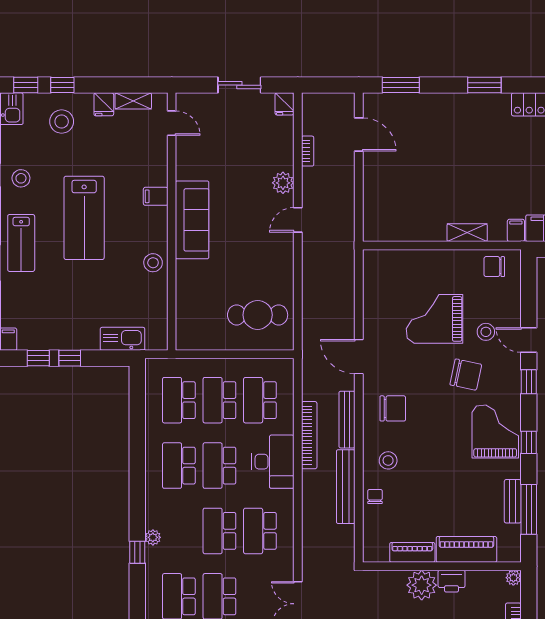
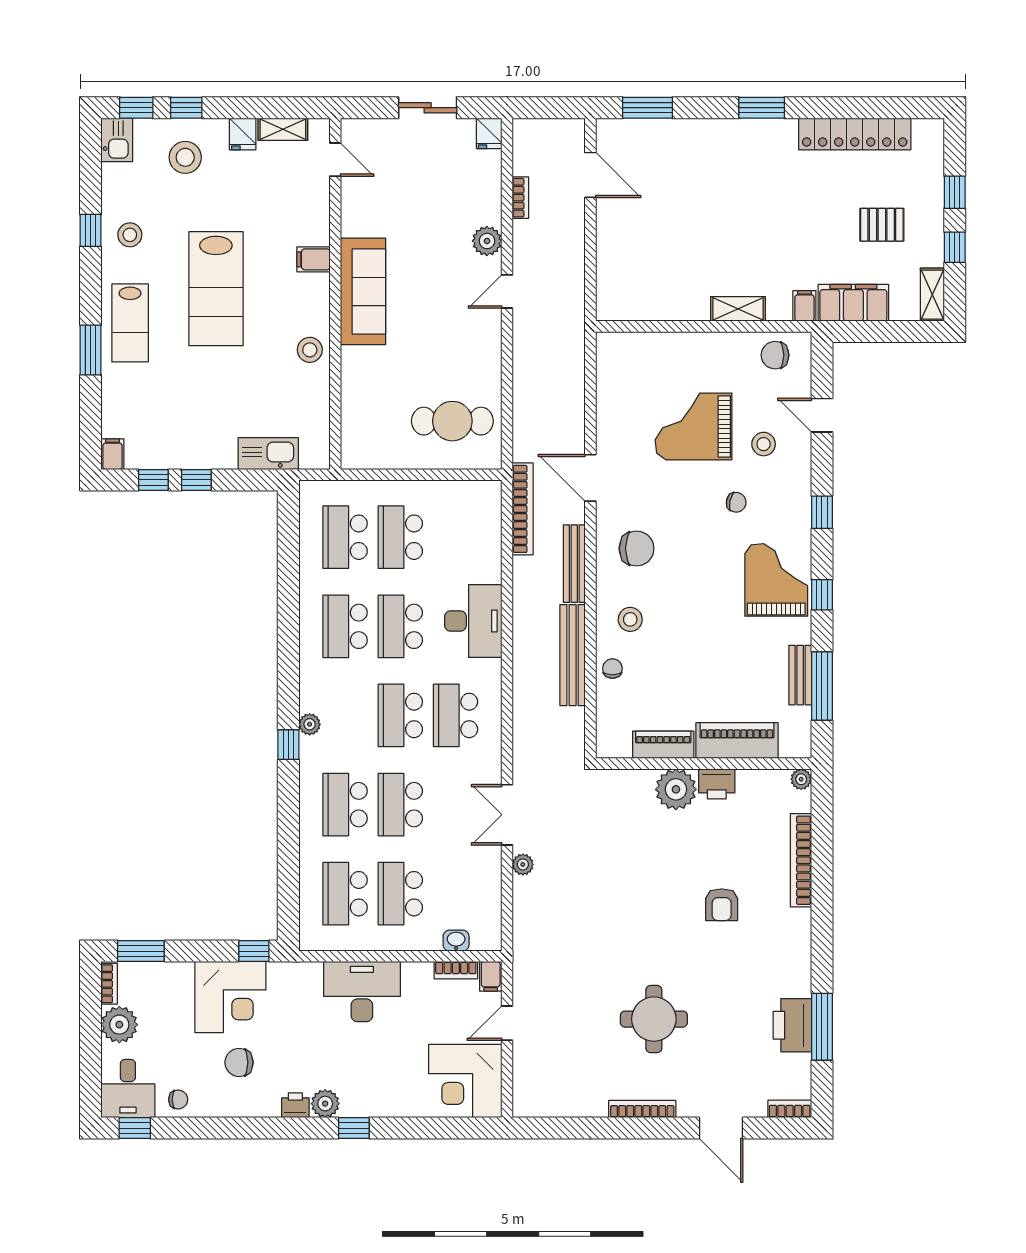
door: (529, 340) -> (822, 415), moved
chair: (466, 375) -> (736, 502), width x0.54, depth x0.54
school desk: (260, 400) -> (456, 537), removed
bookcase: (309, 435) -> (523, 509), moved

